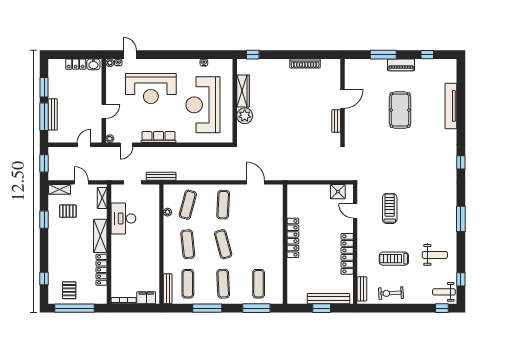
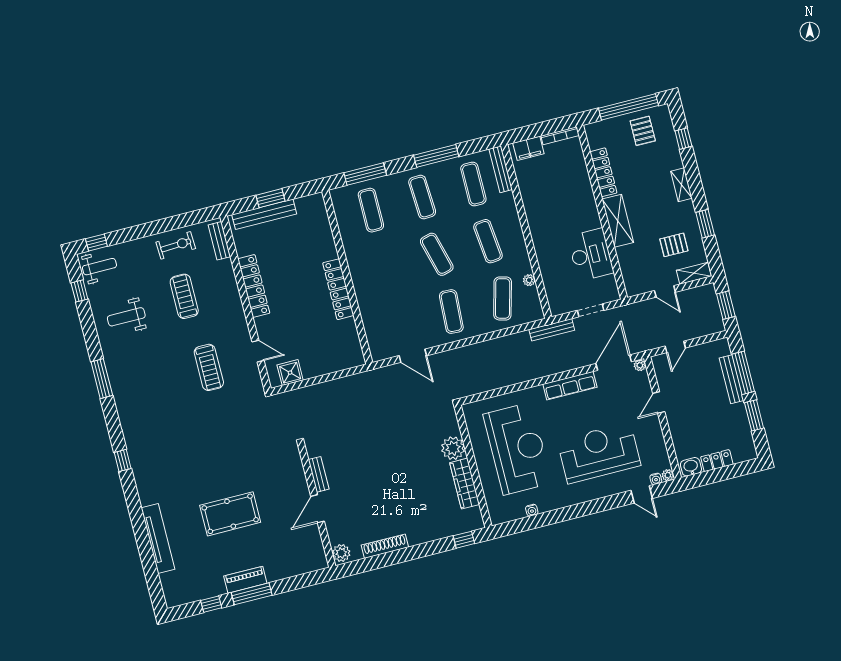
window: (383, 55) -> (252, 594), moved
plant: (334, 66) -> (341, 553), added
pool table: (400, 110) -> (230, 514), turned 90
door: (126, 145) -> (614, 363), width x1.87
shelving: (102, 198) -> (681, 185), moved
treadmill: (394, 259) -> (184, 296), turned -90

